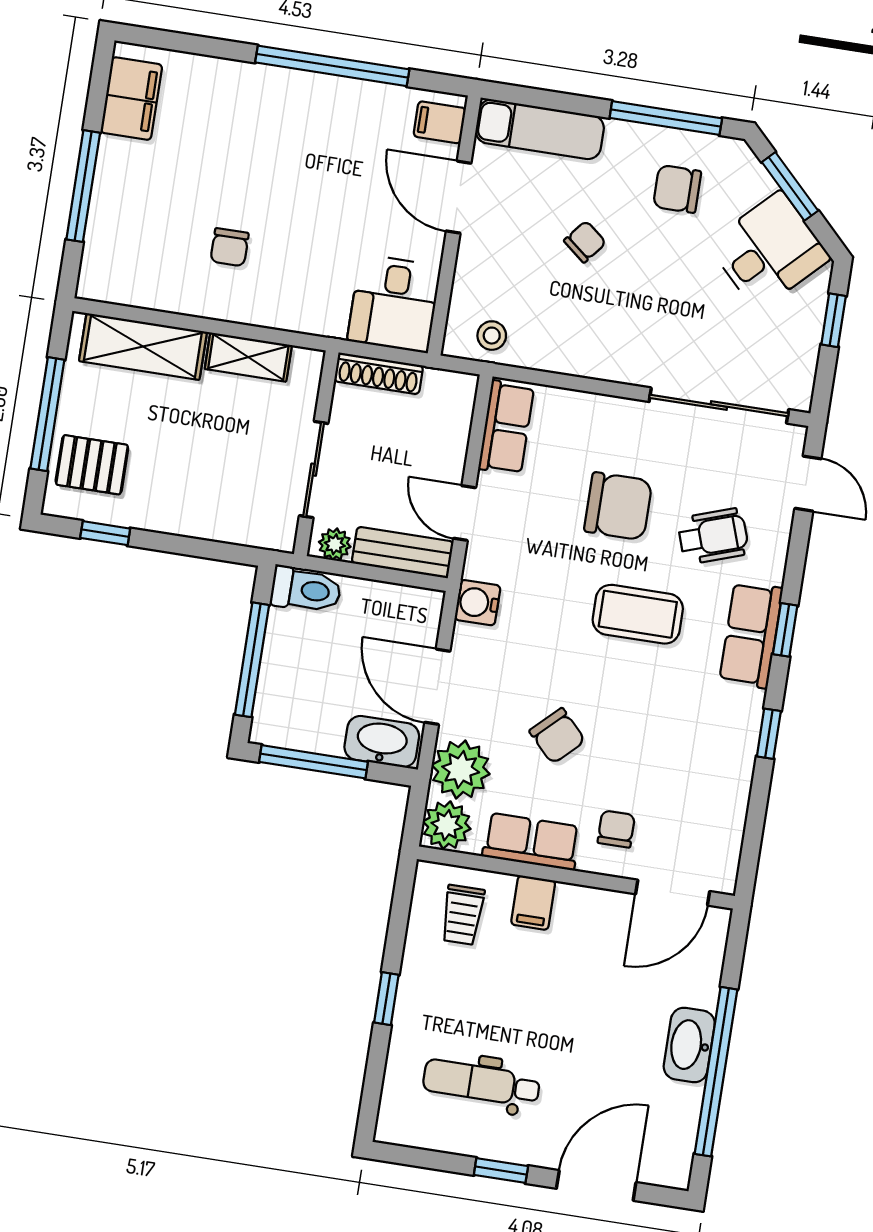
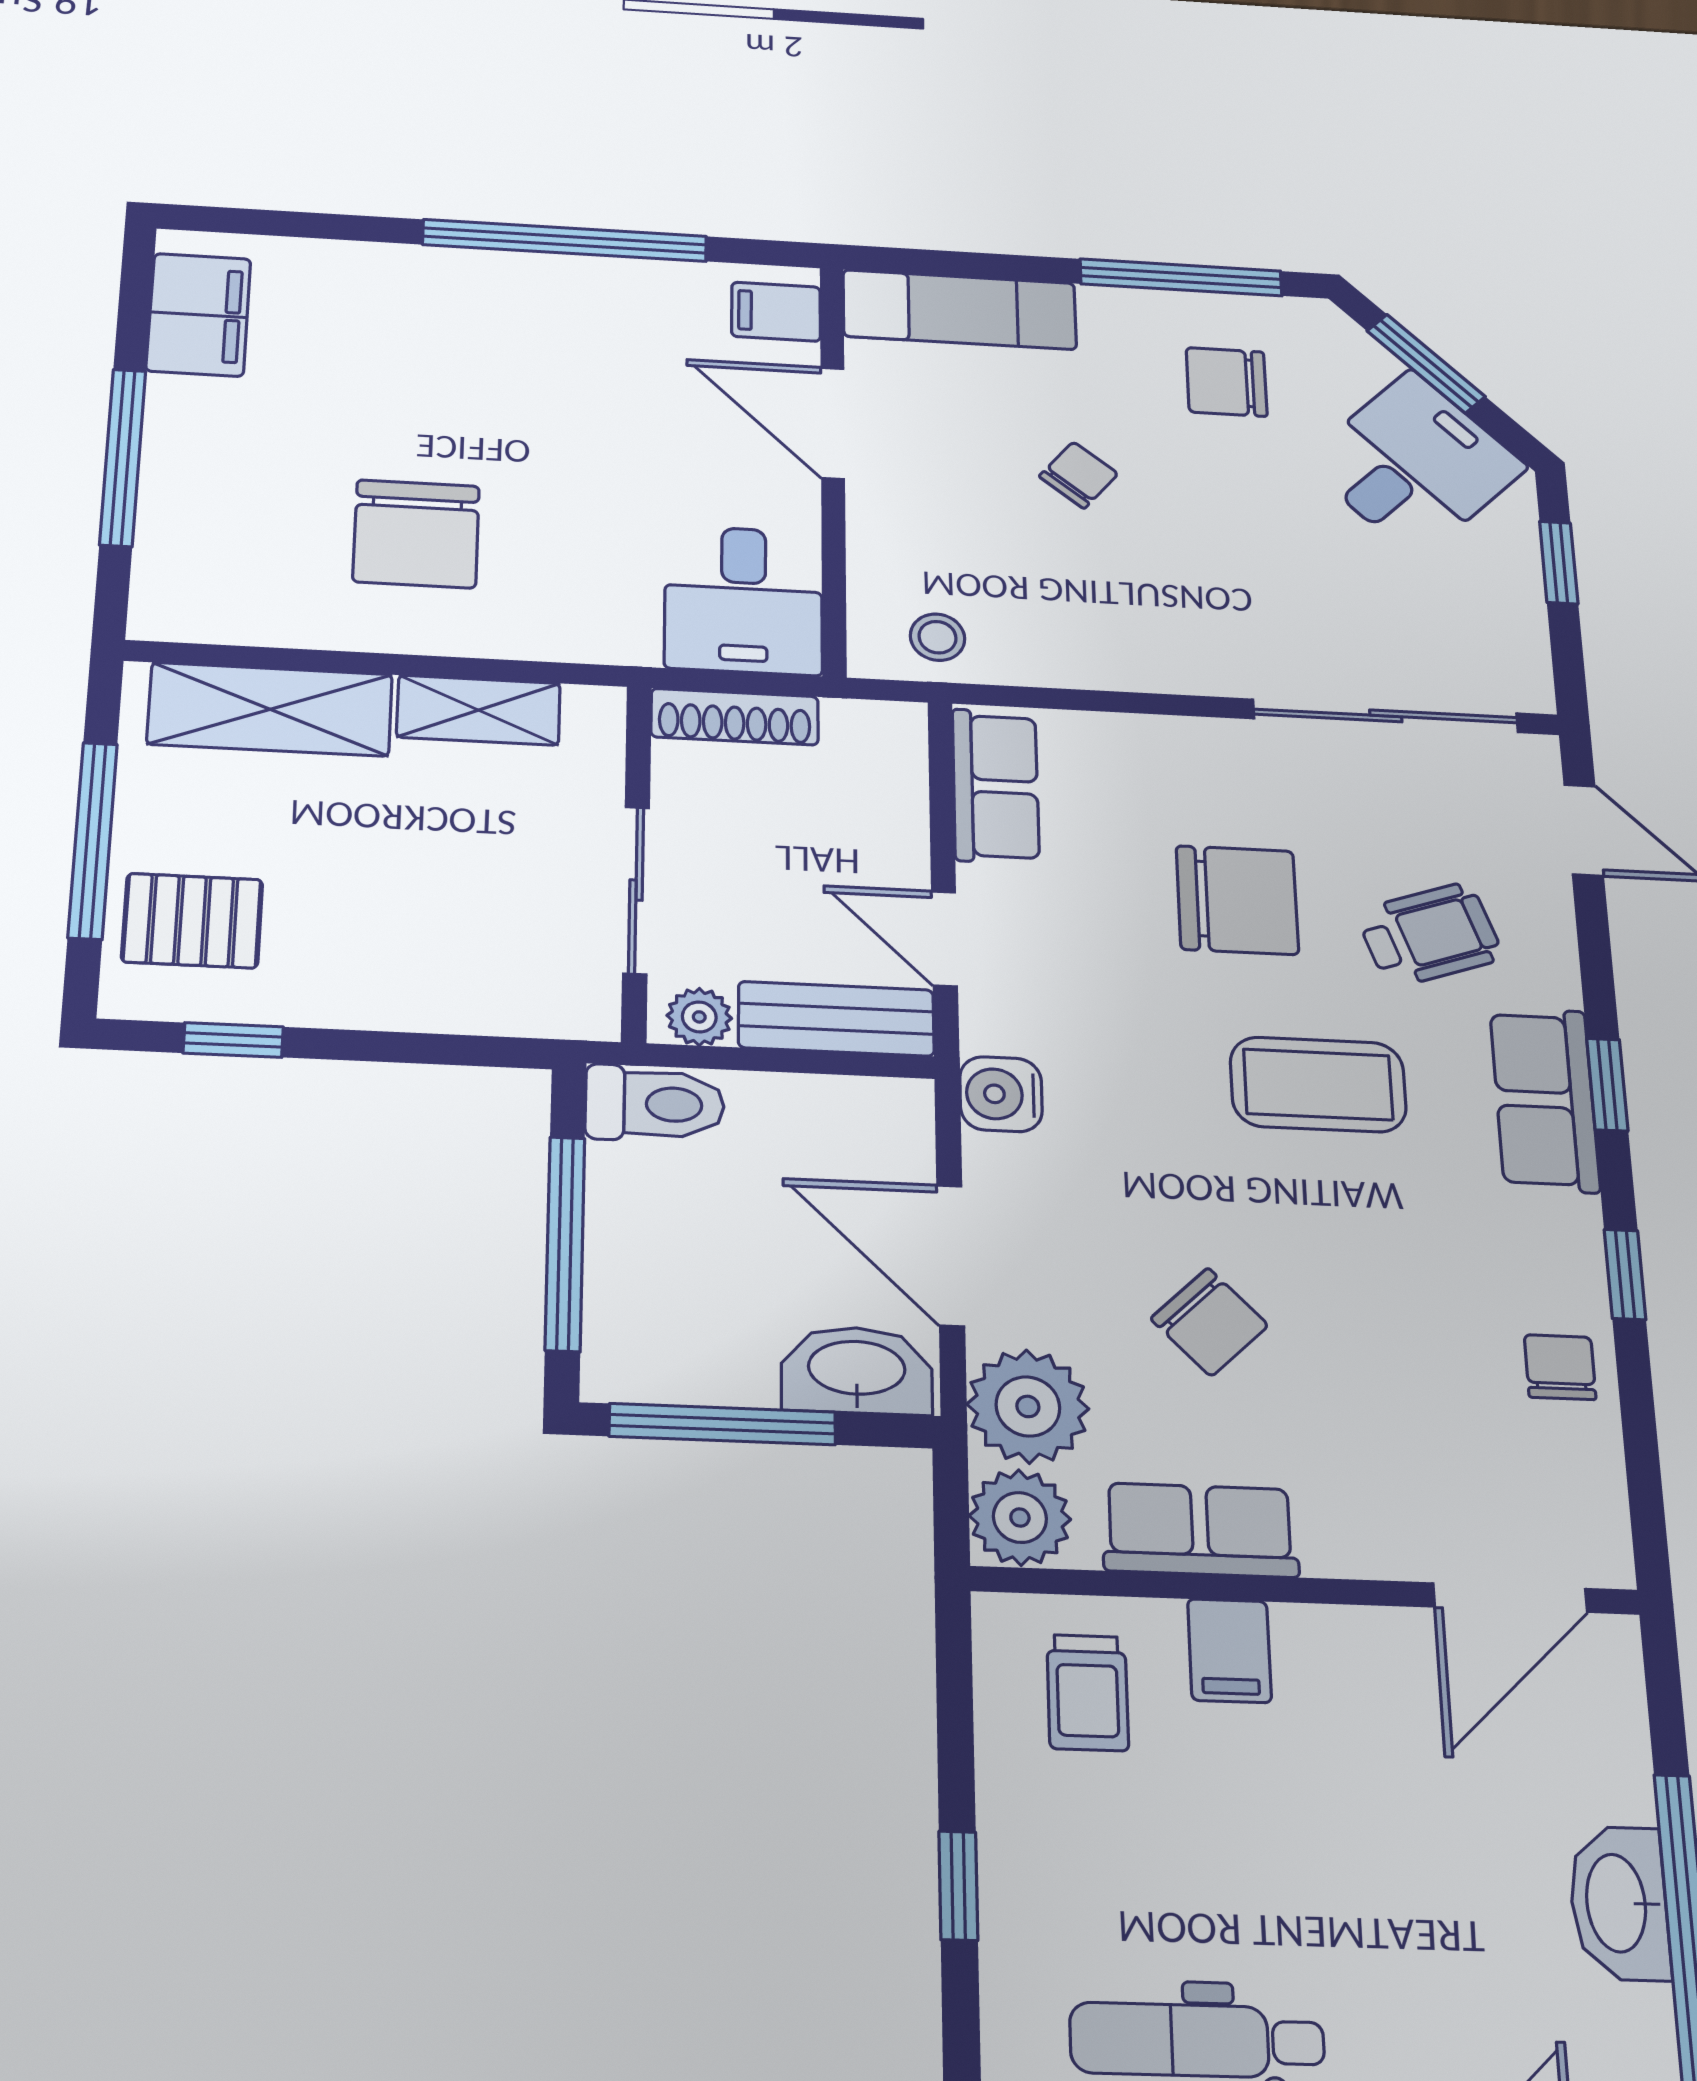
chair: (230, 247) -> (416, 534), width x1.87, depth x1.87
chair: (616, 829) -> (1560, 1367), moved

